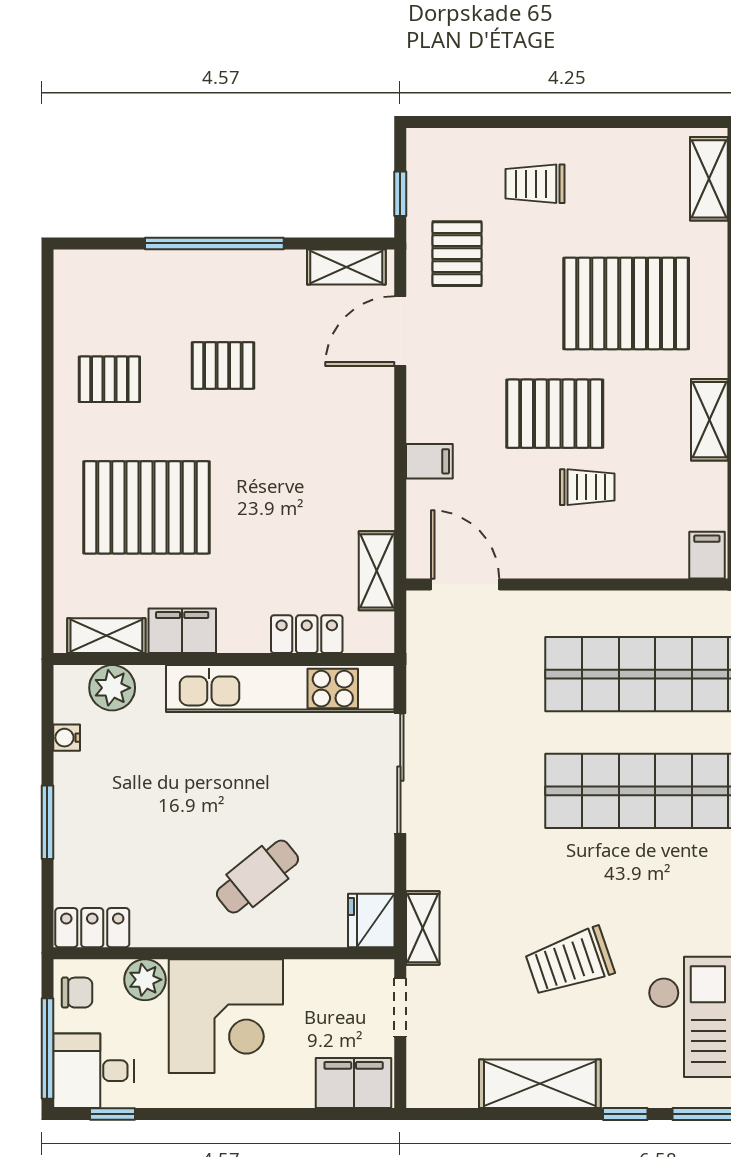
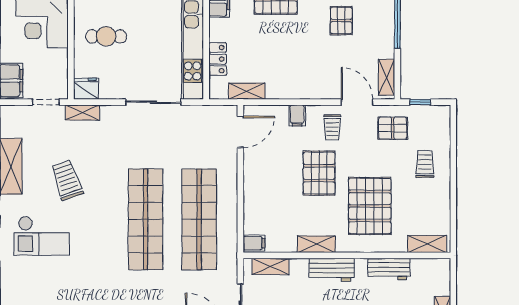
trolley: (587, 487) -> (332, 127), moved
cafe table: (257, 877) -> (106, 36), turned -51

